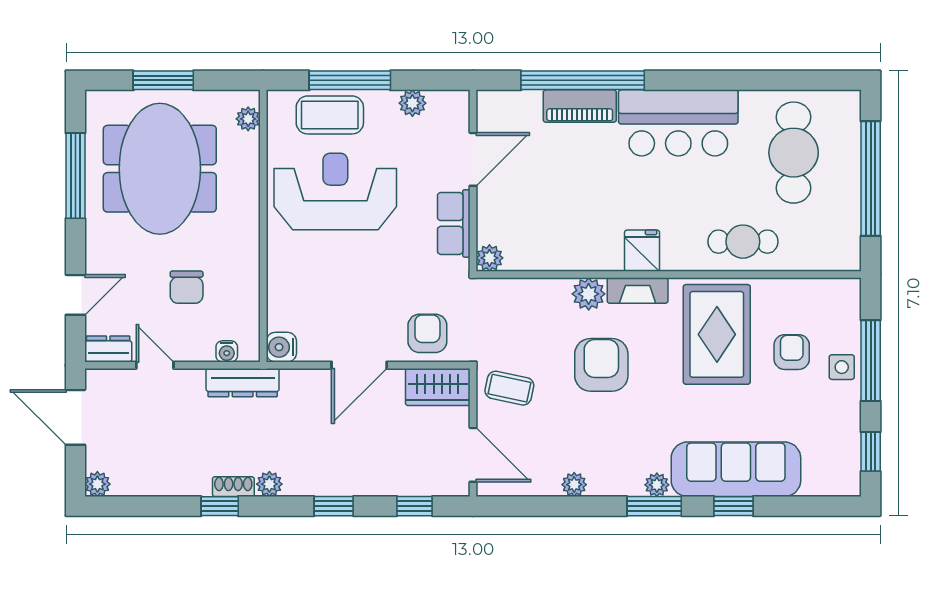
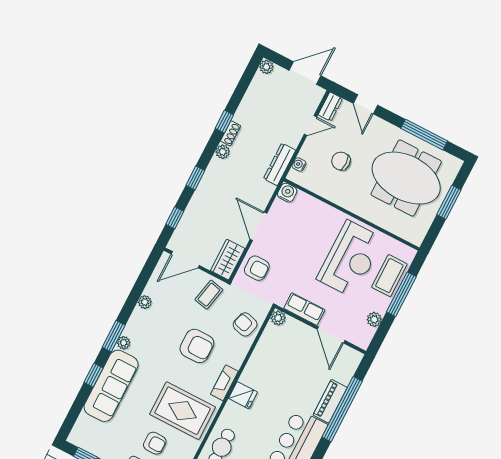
plant: (248, 119) -> (408, 234), removed
plant: (589, 294) -> (235, 358), removed
armchair: (527, 306) -> (245, 324), added

